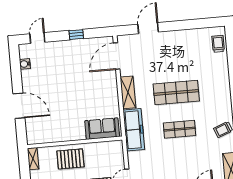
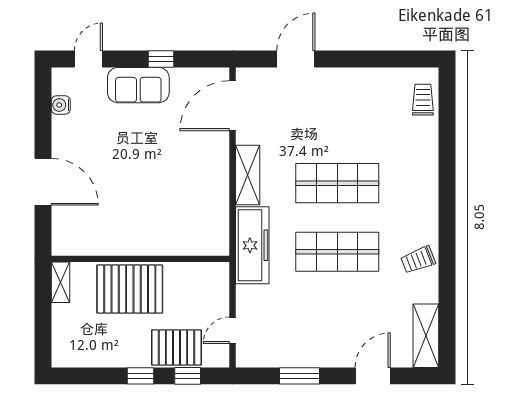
sofa: (102, 129) -> (138, 85), moved, turned 180
shop shelf: (179, 129) -> (337, 252), width x1.43, depth x1.36
pallet: (70, 159) -> (130, 289), width x1.37, depth x1.41

